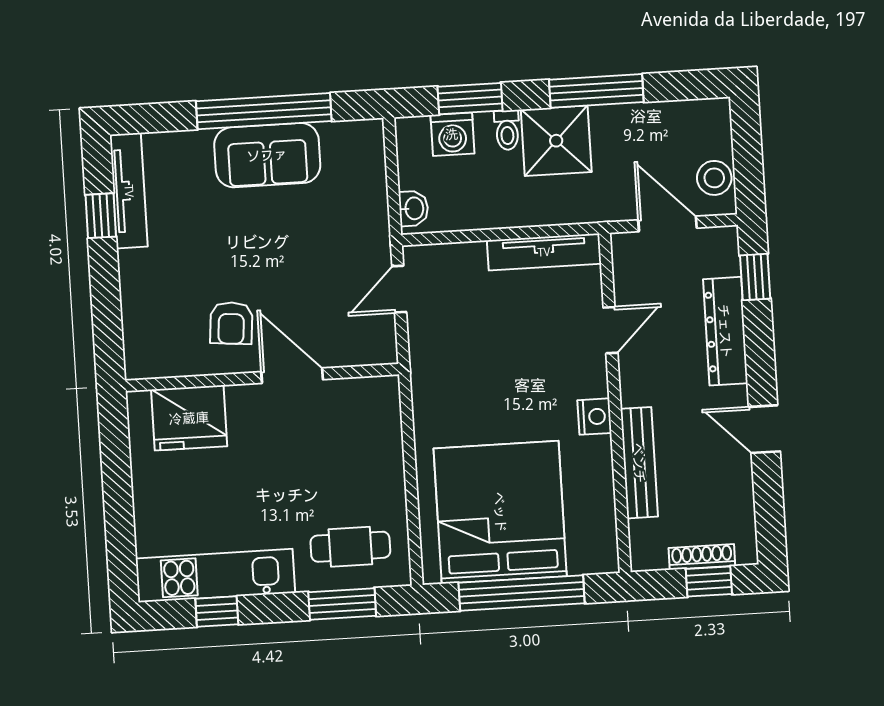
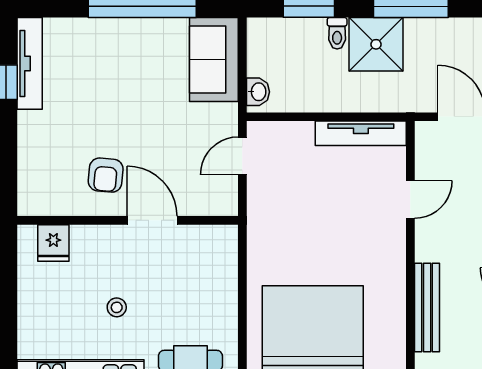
washing machine: (452, 134) -> (293, 34), removed
sofa: (267, 155) -> (214, 59), moved, turned 90
nightstand: (594, 417) -> (393, 268), removed
fridge: (189, 418) -> (53, 243), width x0.53, depth x0.75
stool: (255, 486) -> (117, 307), added

